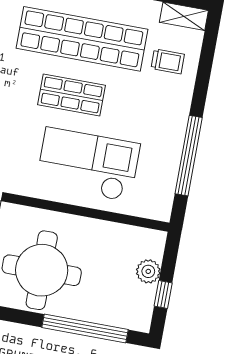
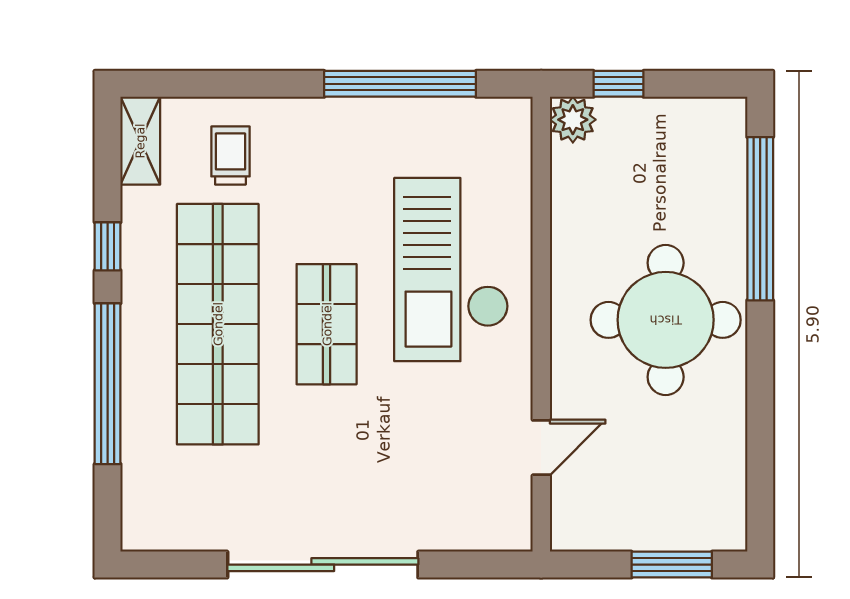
plant: (148, 271) -> (573, 120), moved
window: (163, 294) -> (619, 84), moved

